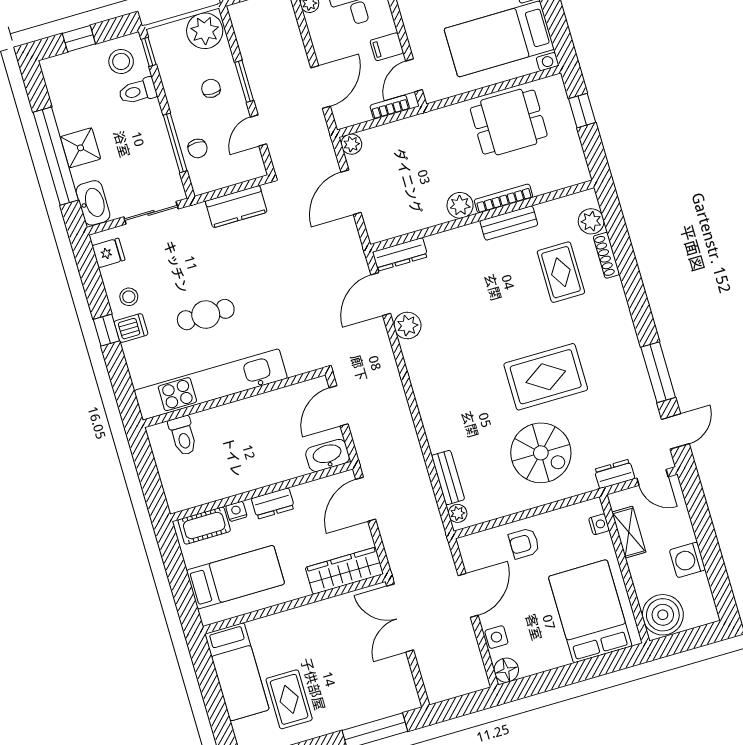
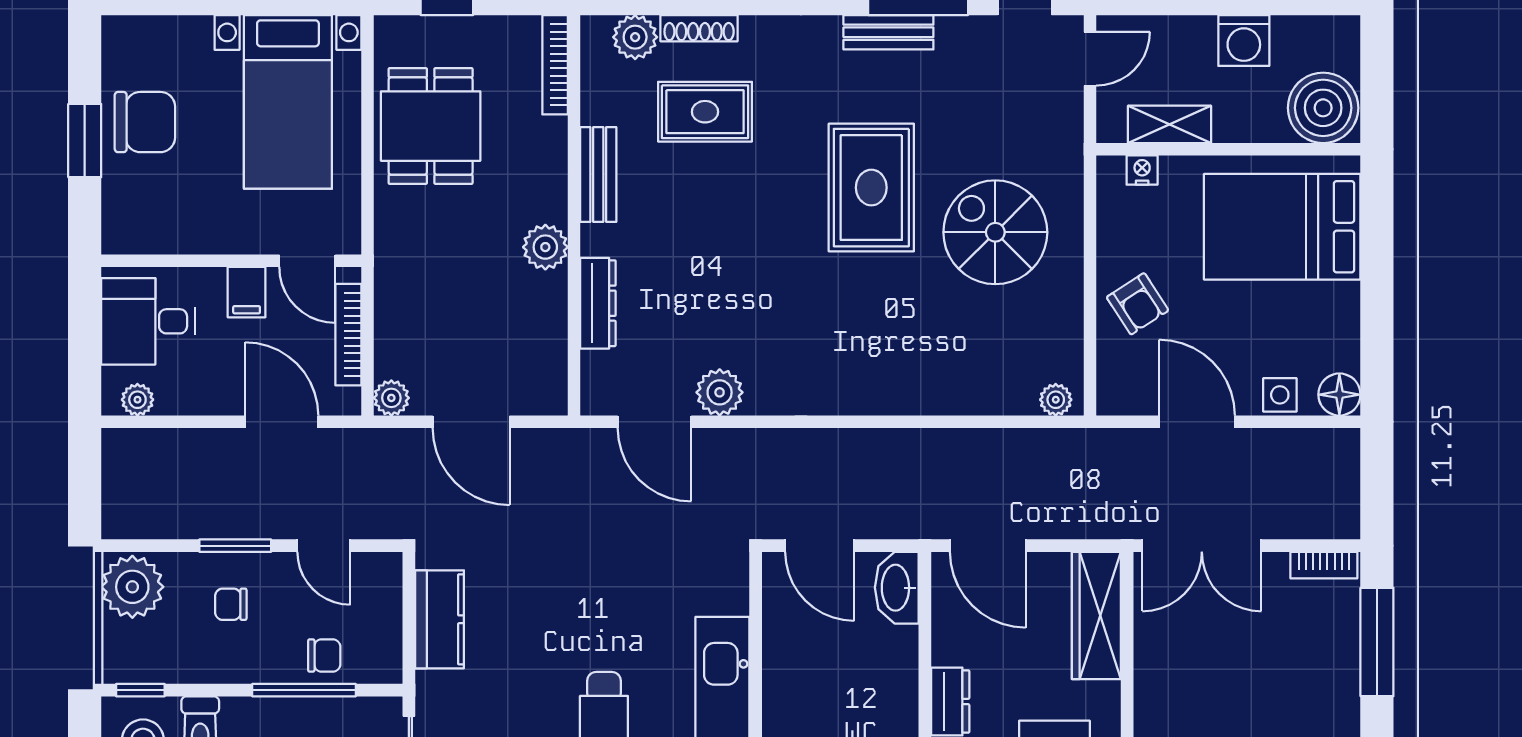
bookcase: (390, 107) -> (348, 335), width x1.56
bookcase: (503, 199) -> (555, 65), moved
dresser: (400, 254) -> (598, 303), moved
spiral stairs: (541, 453) -> (995, 232), turned -90
dresser: (614, 474) -> (1066, 120), removed
bench: (448, 478) -> (888, 32), moved
armchair: (524, 543) -> (1138, 304), turned -33
bookcase: (409, 689) -> (1324, 565), added

